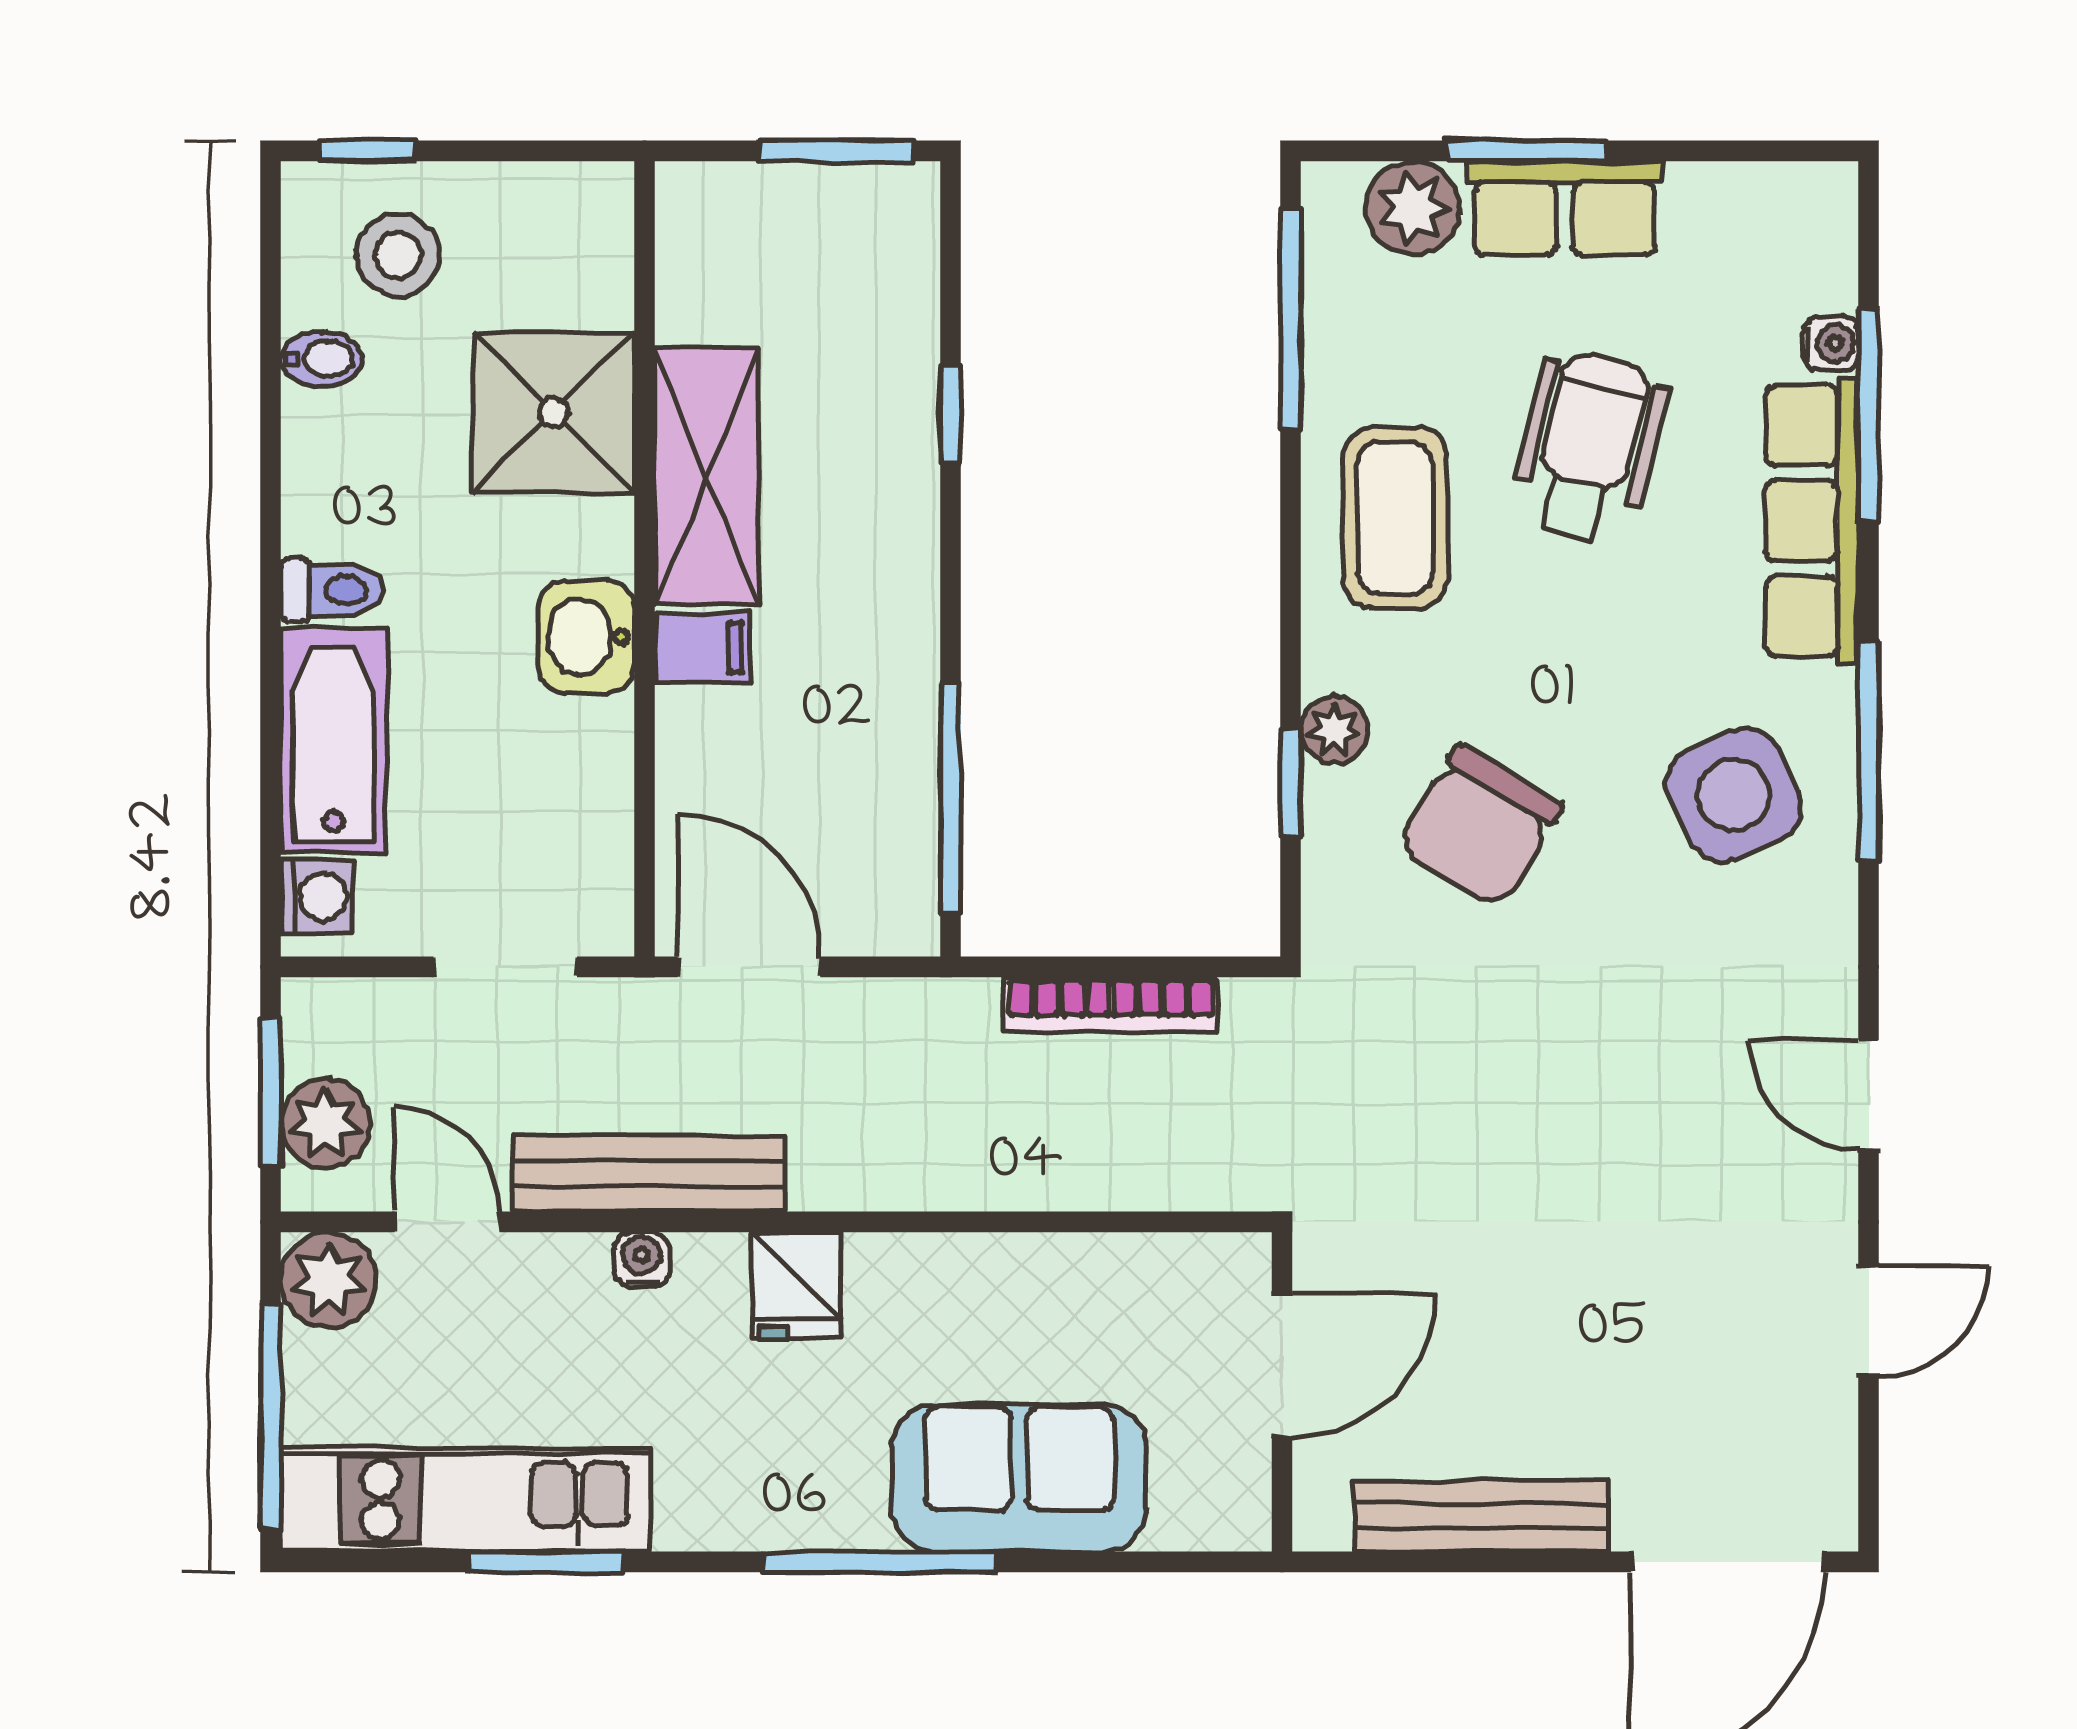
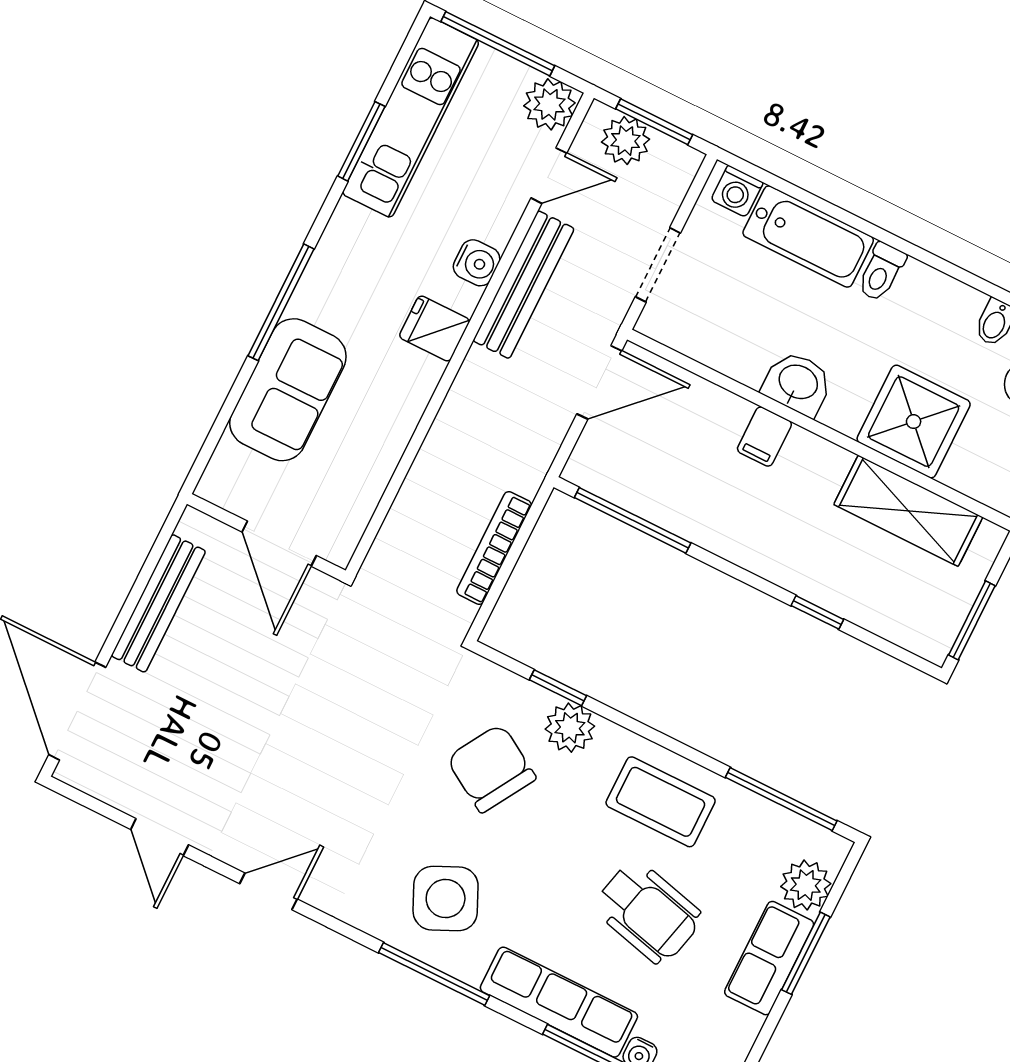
shelving: (706, 476) -> (908, 511), moved
plant: (1334, 730) -> (570, 728), width x1.38, depth x1.38
water cooler: (642, 1259) -> (477, 263), width x1.38, depth x1.38

